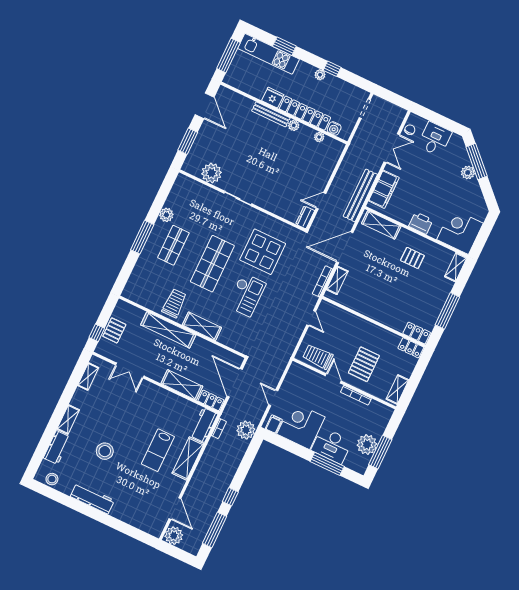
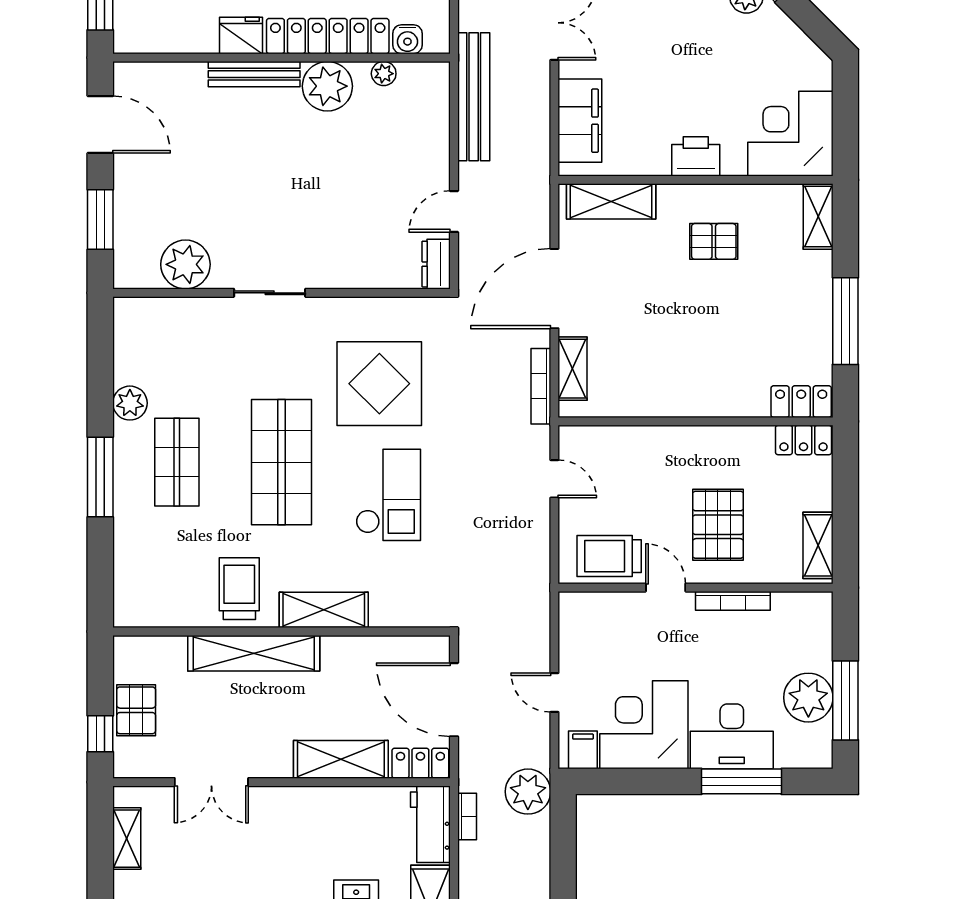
plant: (294, 125) -> (327, 86), width x1.87, depth x1.87
bench: (360, 195) -> (474, 97), moved

